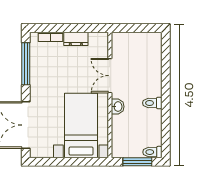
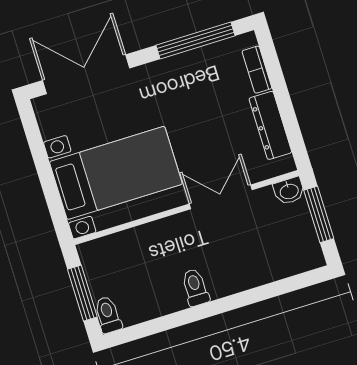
window: (134, 28) -> (319, 214), added
dresser: (76, 39) -> (270, 125), width x1.44
washbasin: (118, 107) -> (289, 191), moved

